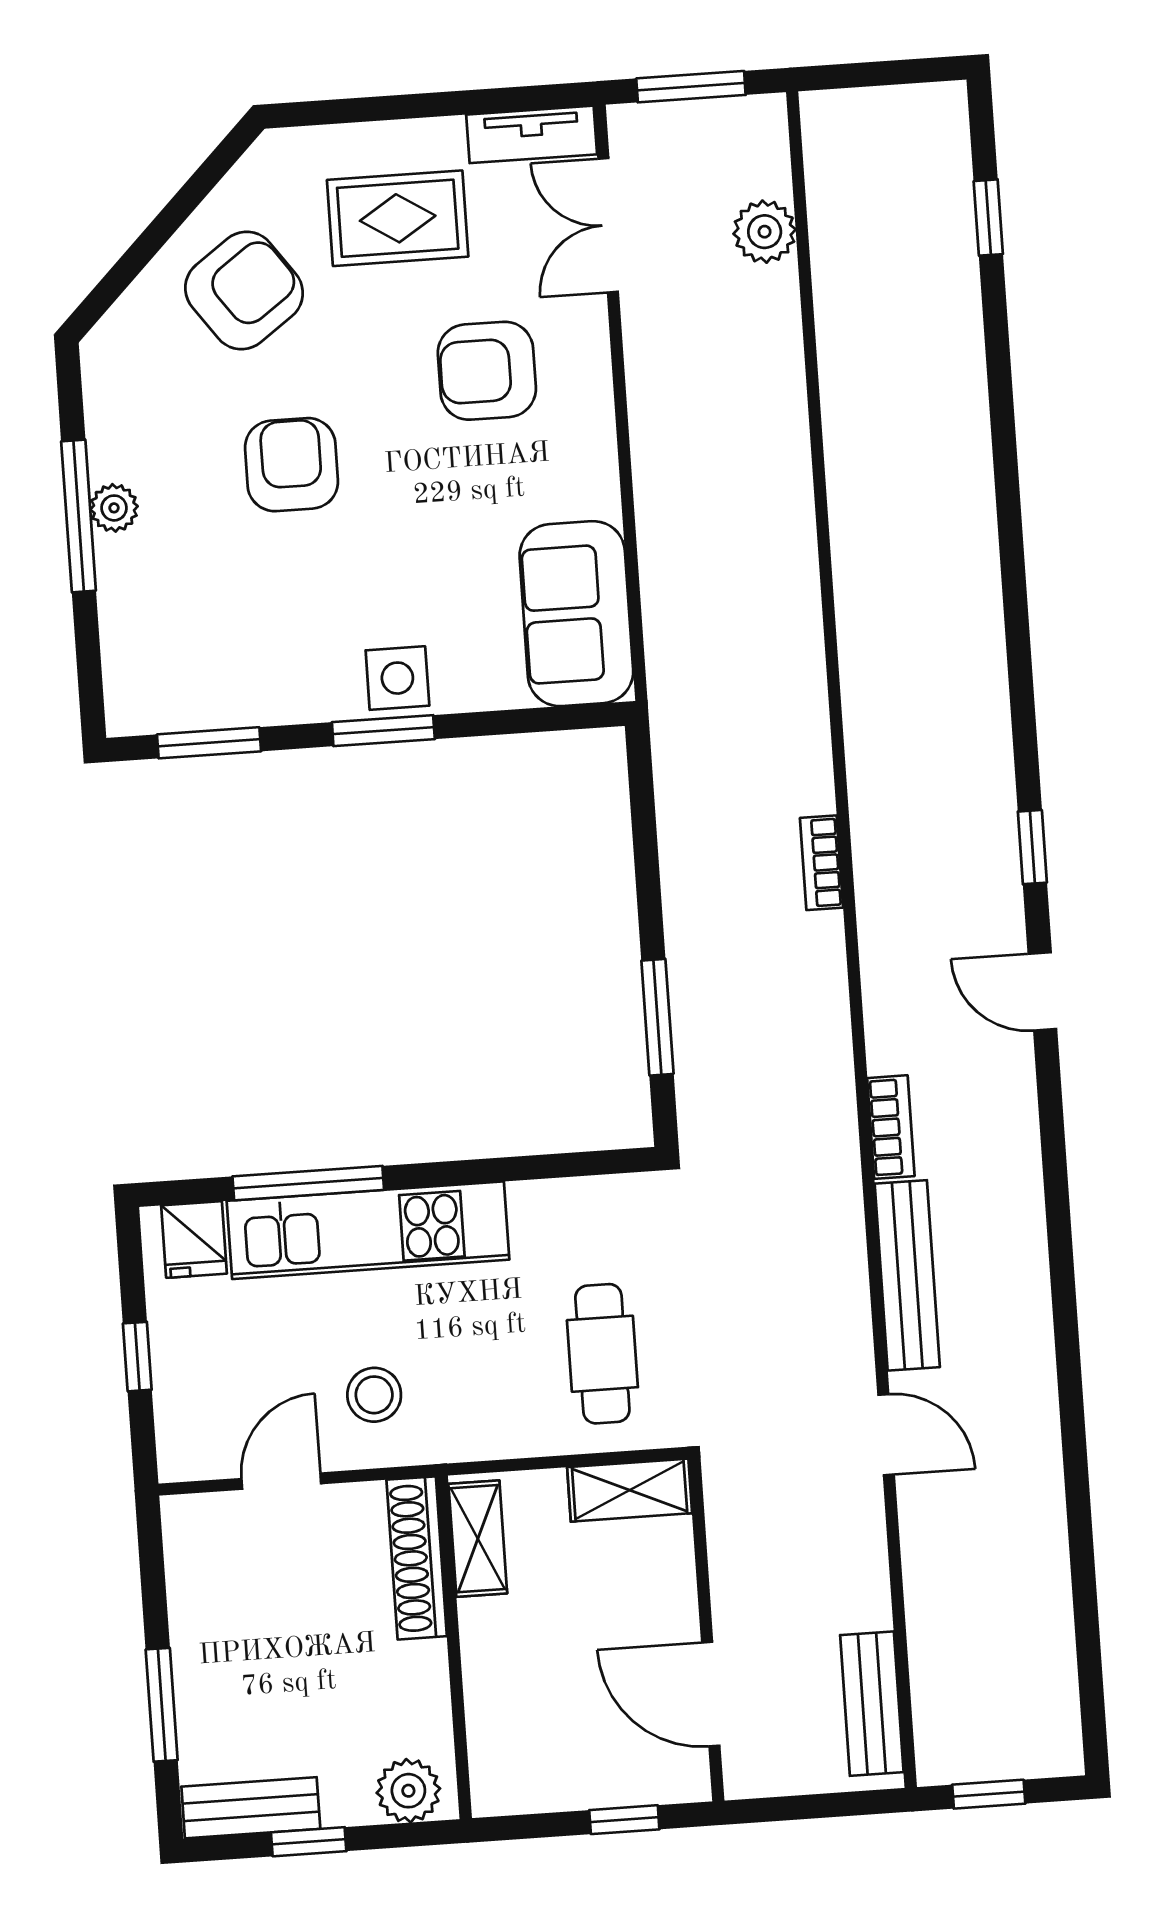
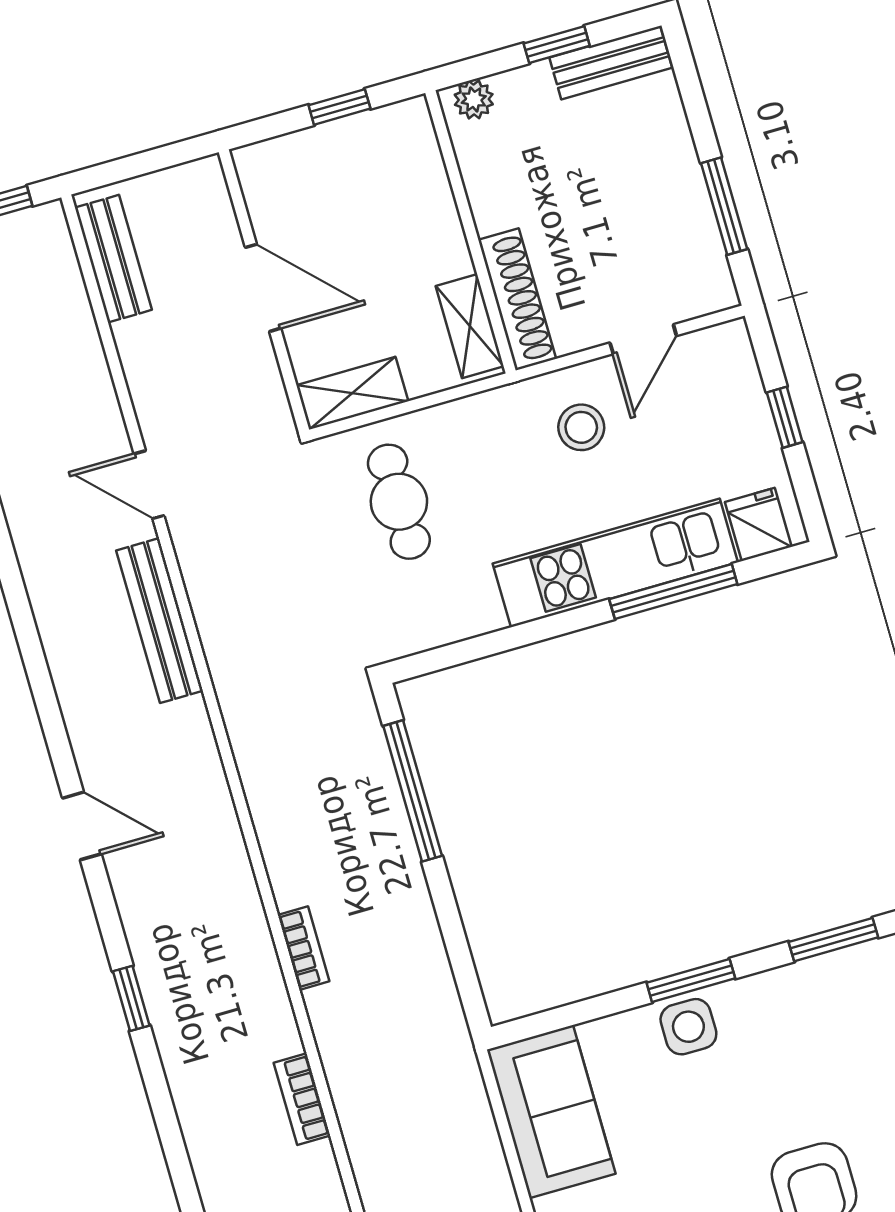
door: (1042, 991) -> (82, 826), moved
window: (657, 1017) -> (413, 791), width x1.44
bookcase: (891, 1127) -> (302, 1099), moved
door: (711, 1694) -> (263, 288), moved
window: (162, 1705) -> (724, 206), moved
plant: (408, 1791) -> (474, 99), width x0.73, depth x0.73
window: (624, 1820) -> (339, 107), moved

